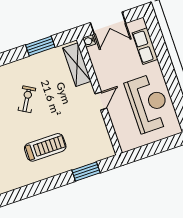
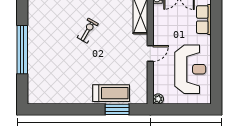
plant: (125, 146) -> (158, 99), added
treadmill: (45, 147) -> (111, 93), moved

